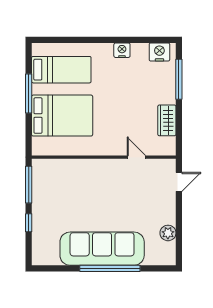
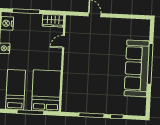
wall: (104, 157) -> (62, 63), moved
door: (136, 157) -> (64, 42), moved
plant: (168, 233) -> (128, 24), removed

